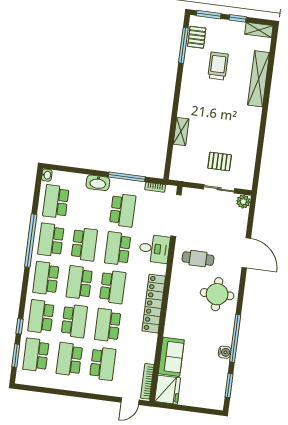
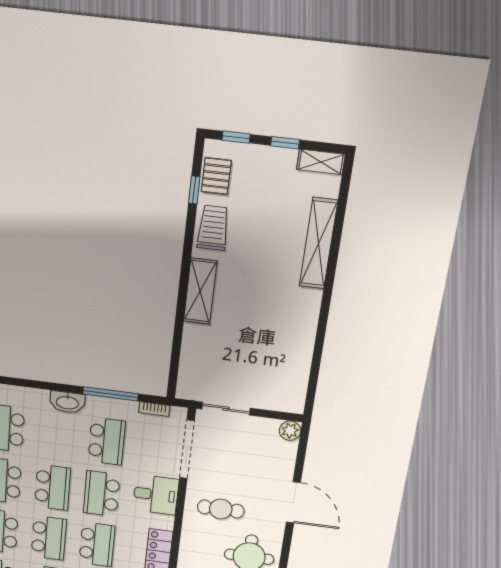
window: (209, 15) -> (236, 137), width x0.67
window: (183, 45) -> (194, 190), width x0.46
trolley: (218, 66) -> (213, 228), moved
shelving: (181, 131) -> (200, 291), moved, width x1.50, depth x1.33
pallet: (220, 162) -> (254, 372), removed
sliding door: (219, 189) -> (226, 409), moved
school desk: (79, 283) -> (49, 538), turned 180

